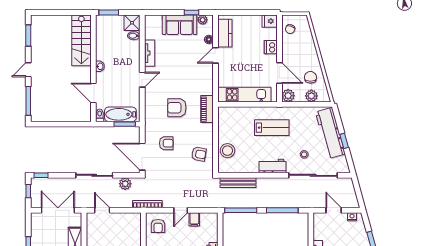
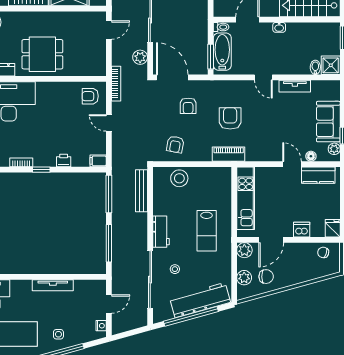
window: (344, 141) -> (191, 316), width x3.17
door: (142, 157) -> (172, 77), hinge flipped
filing cabinet: (194, 219) -> (98, 161), moved

